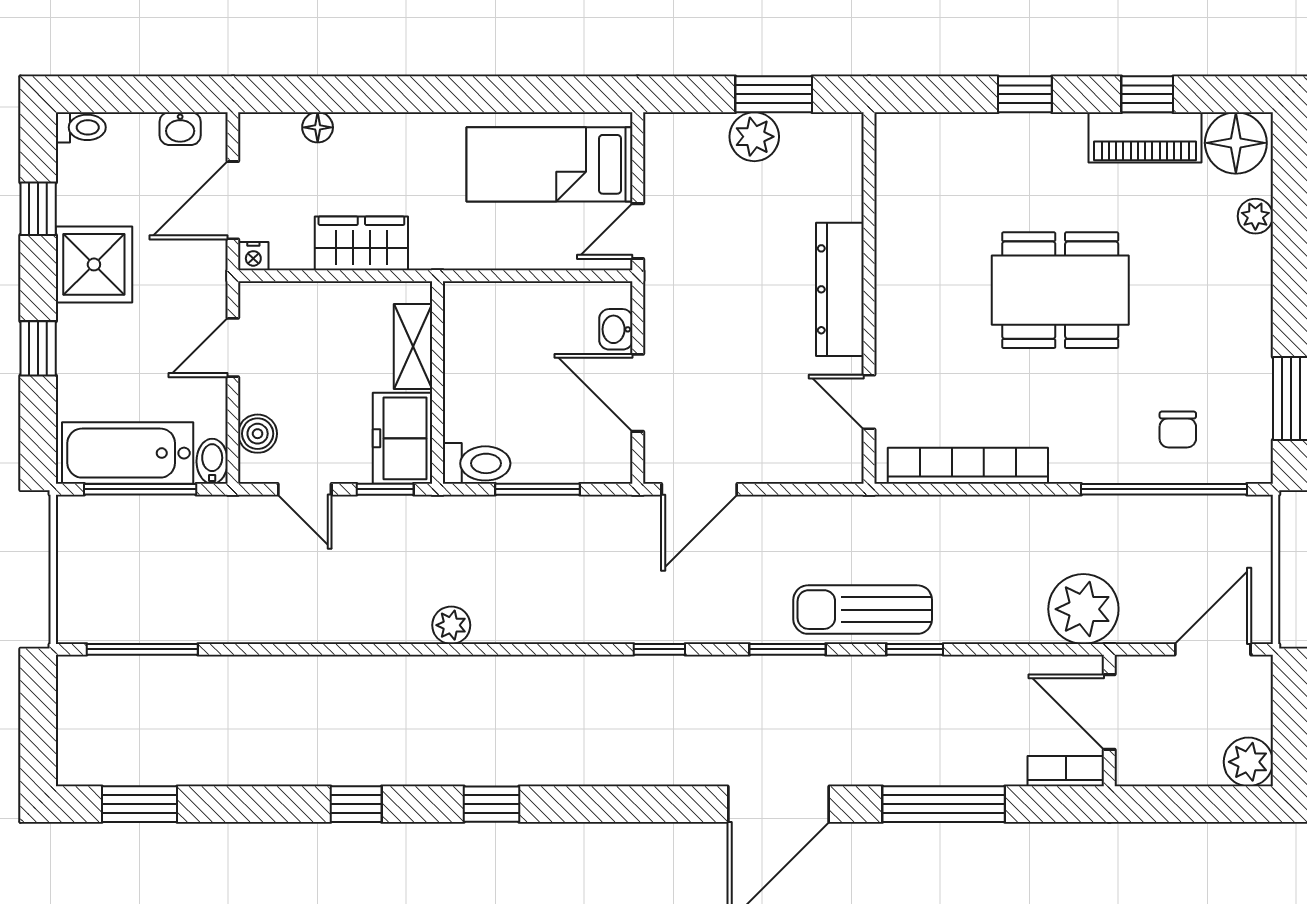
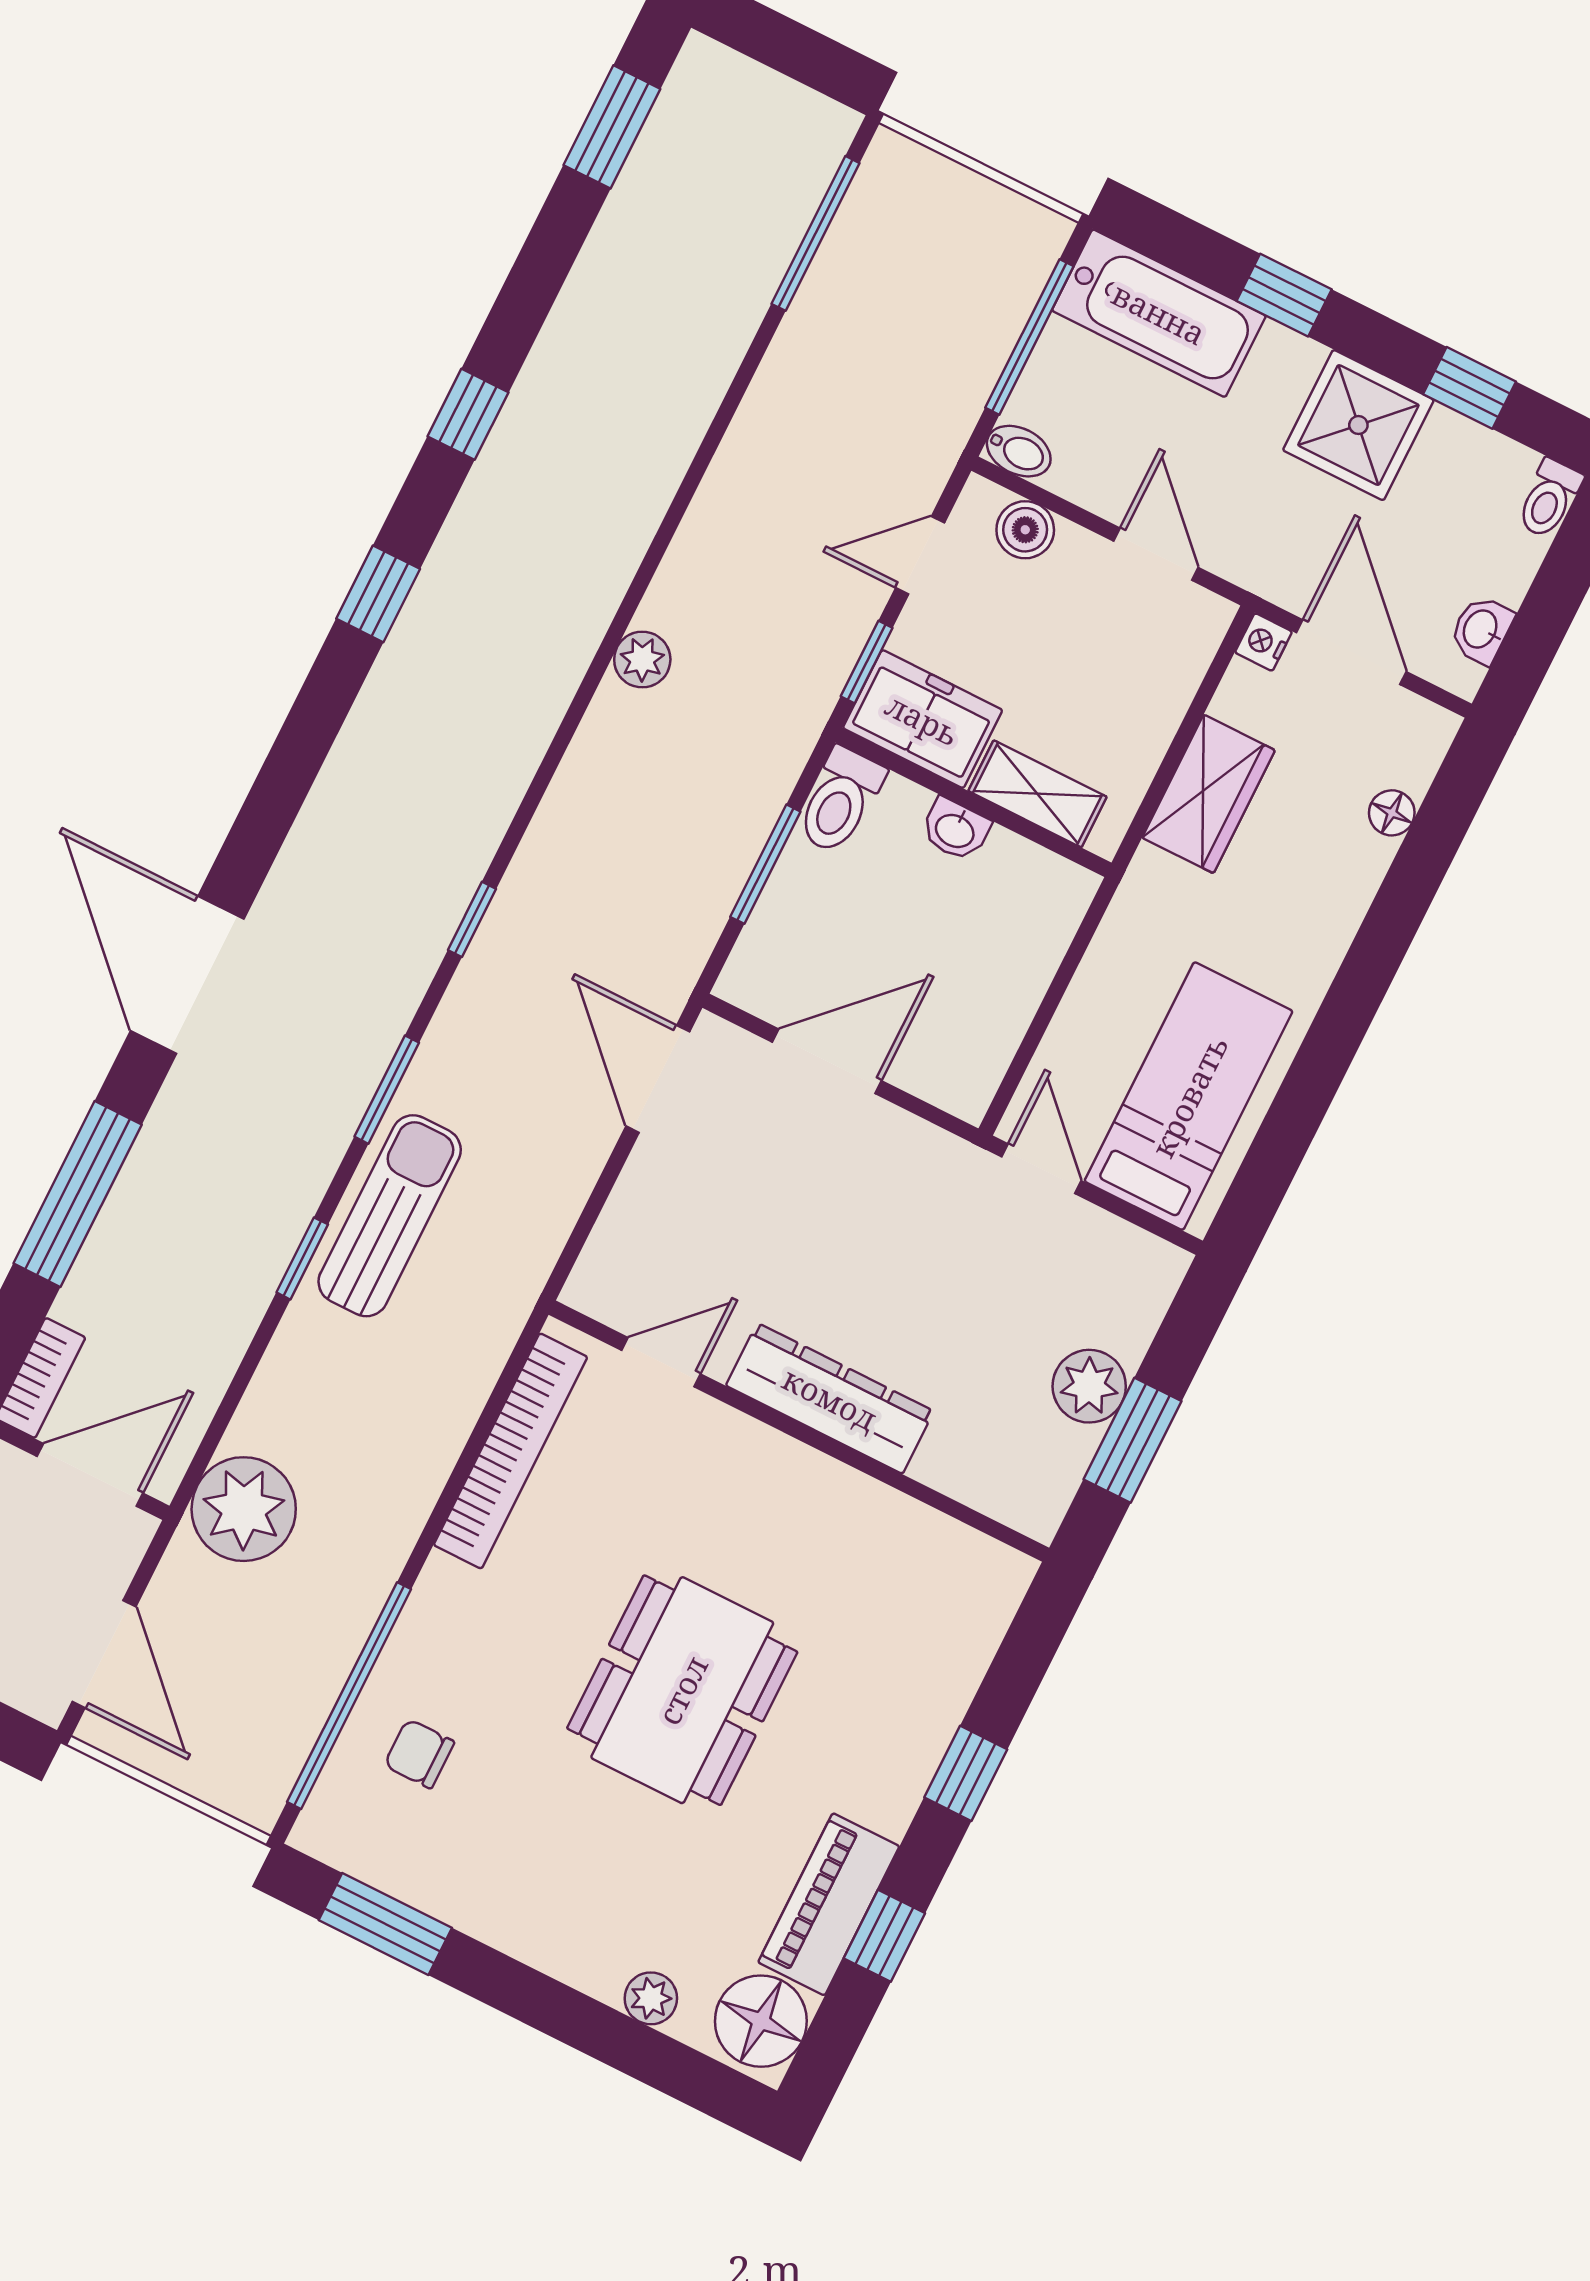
washbasin: (616, 329) -> (955, 830), moved, turned 180
bathtub: (128, 453) -> (1159, 313), moved, turned 90

